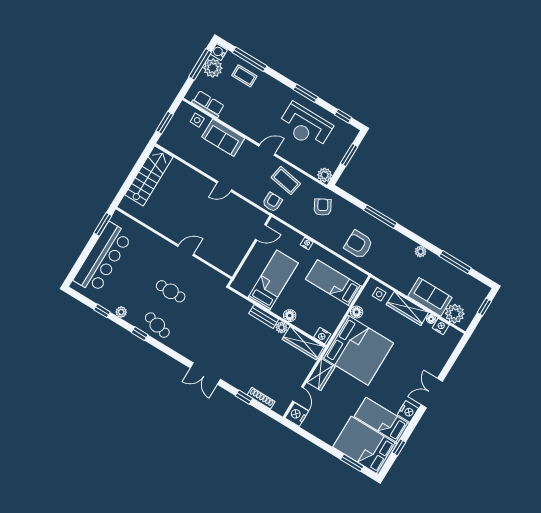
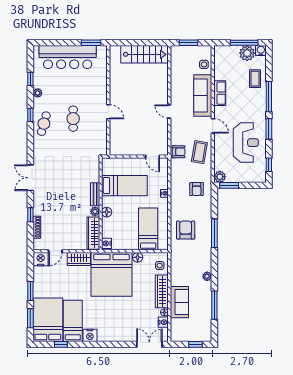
window: (250, 59) -> (269, 97), moved
row of seats: (208, 104) -> (220, 93), moved
reception desk: (305, 126) -> (246, 143), turned 180
sofa: (223, 138) -> (203, 96), width x1.36
window: (349, 155) -> (229, 185), moved
armchair: (323, 207) -> (197, 189), turned 119
plant: (455, 314) -> (178, 327), removed
double door: (432, 393) -> (149, 344), moved
window: (324, 446) -> (30, 291), added

